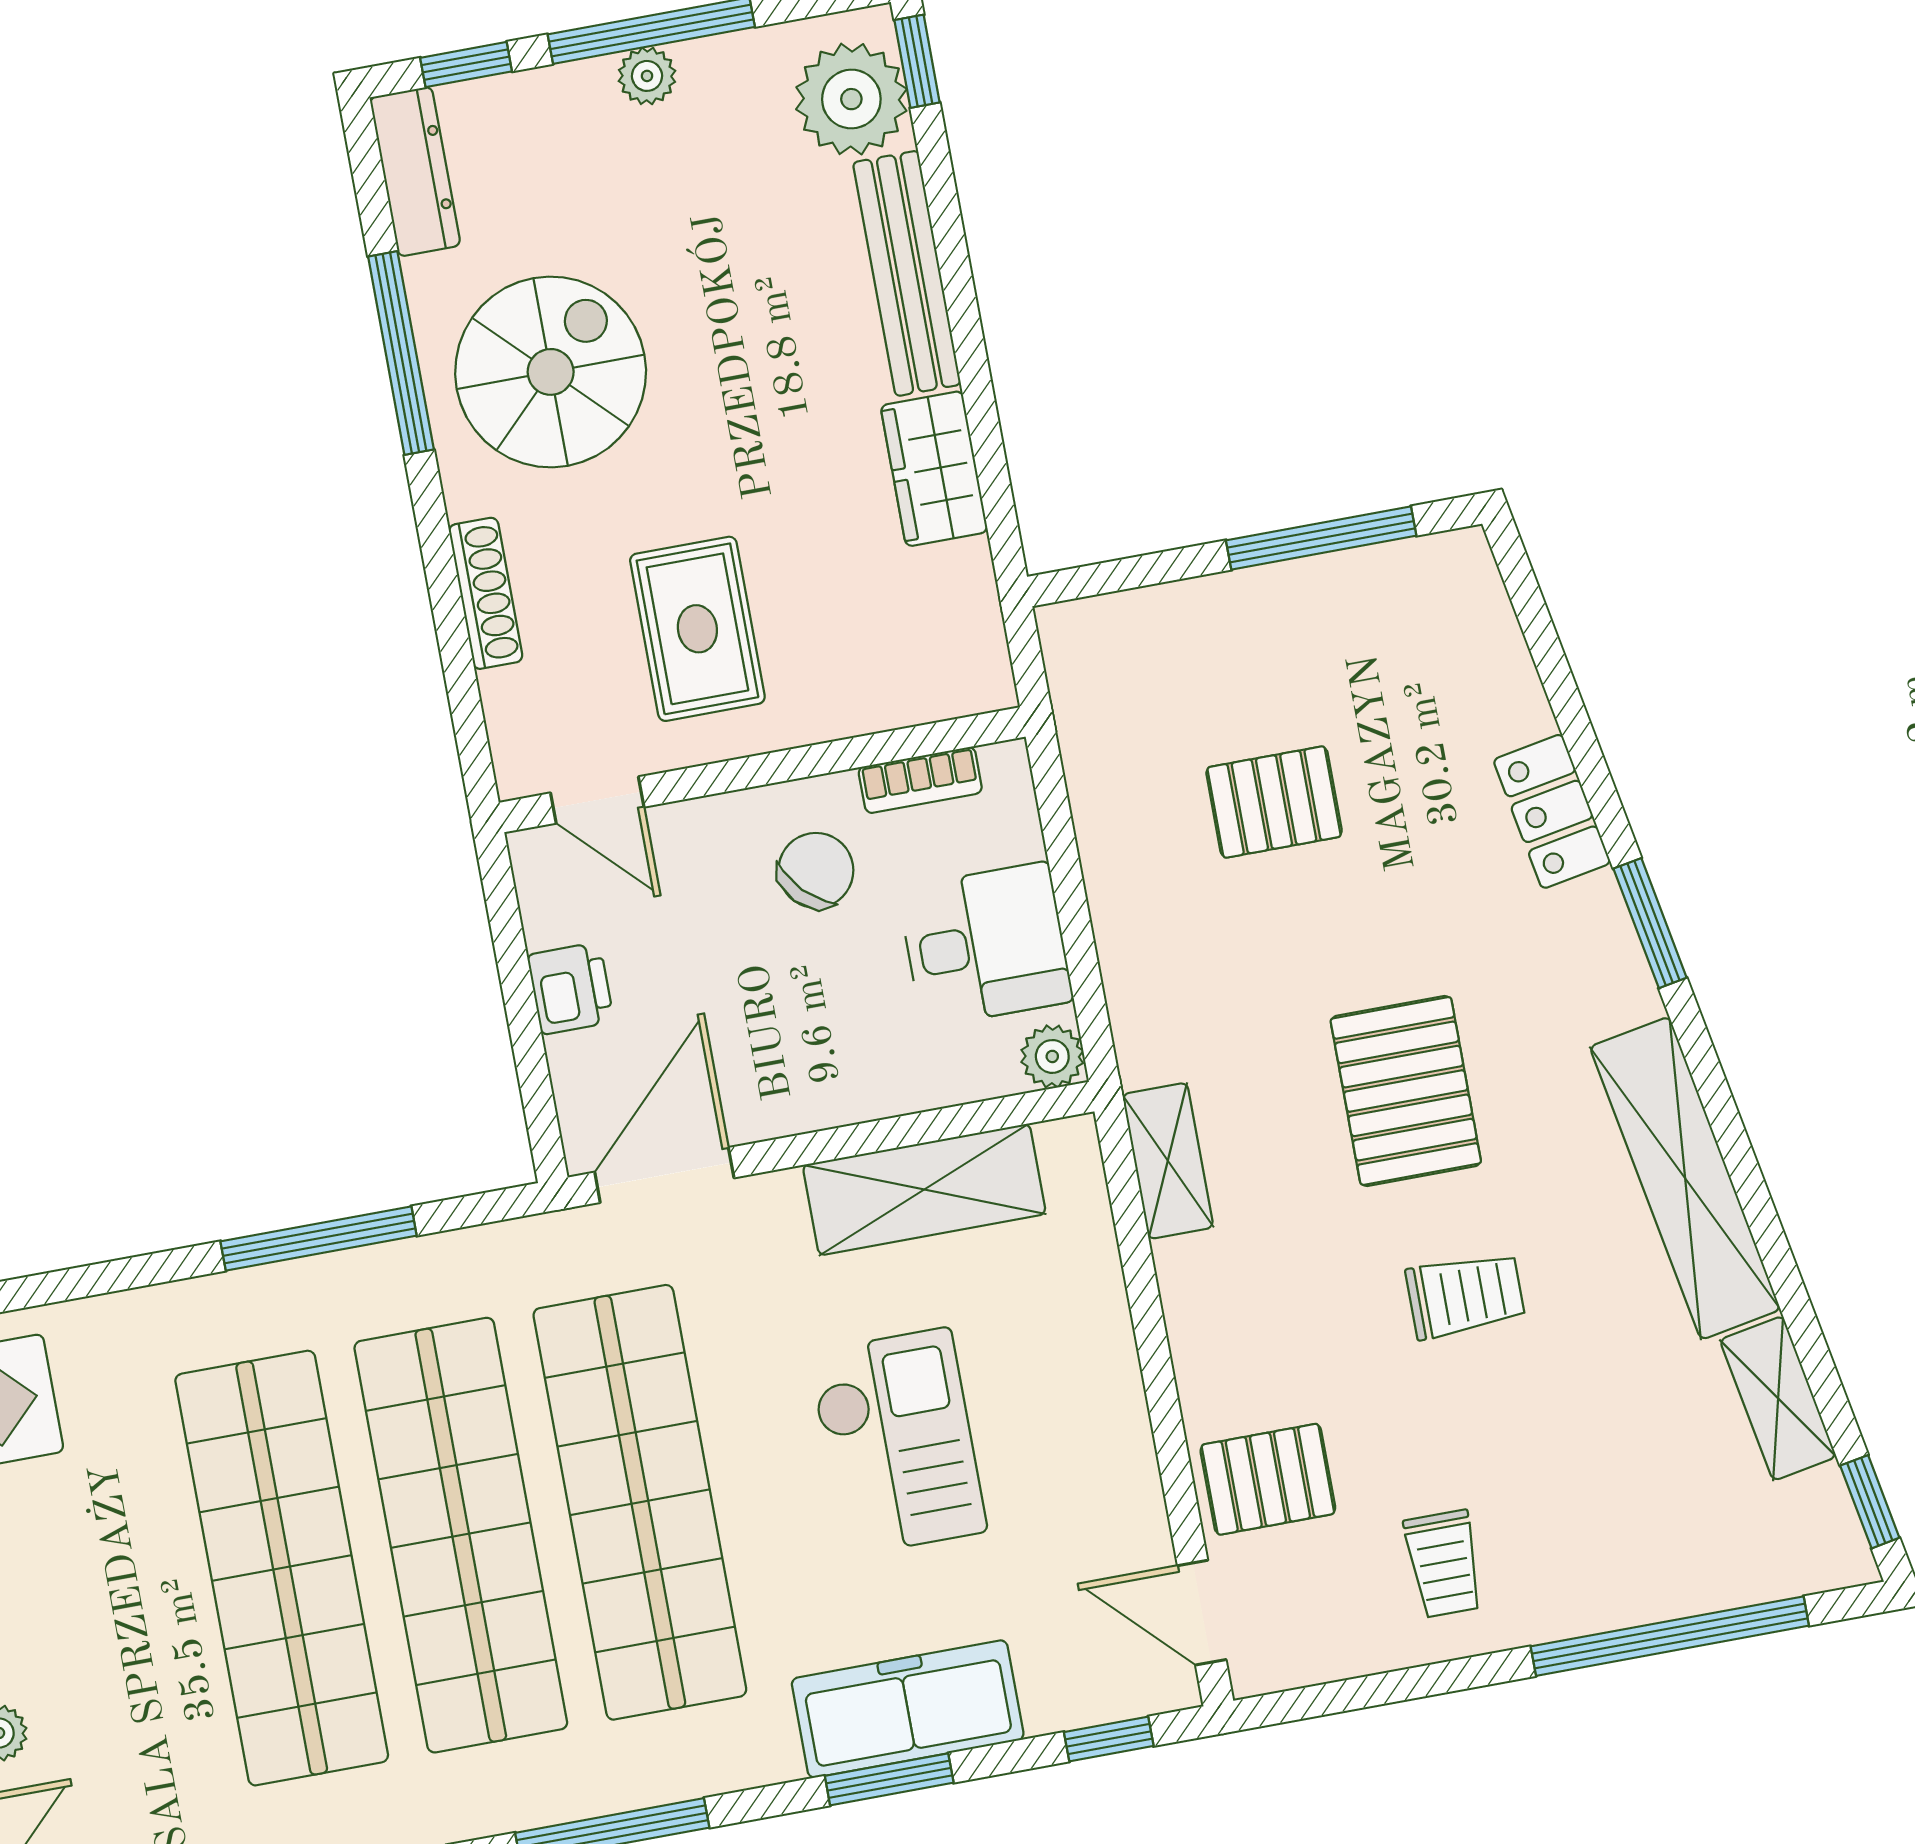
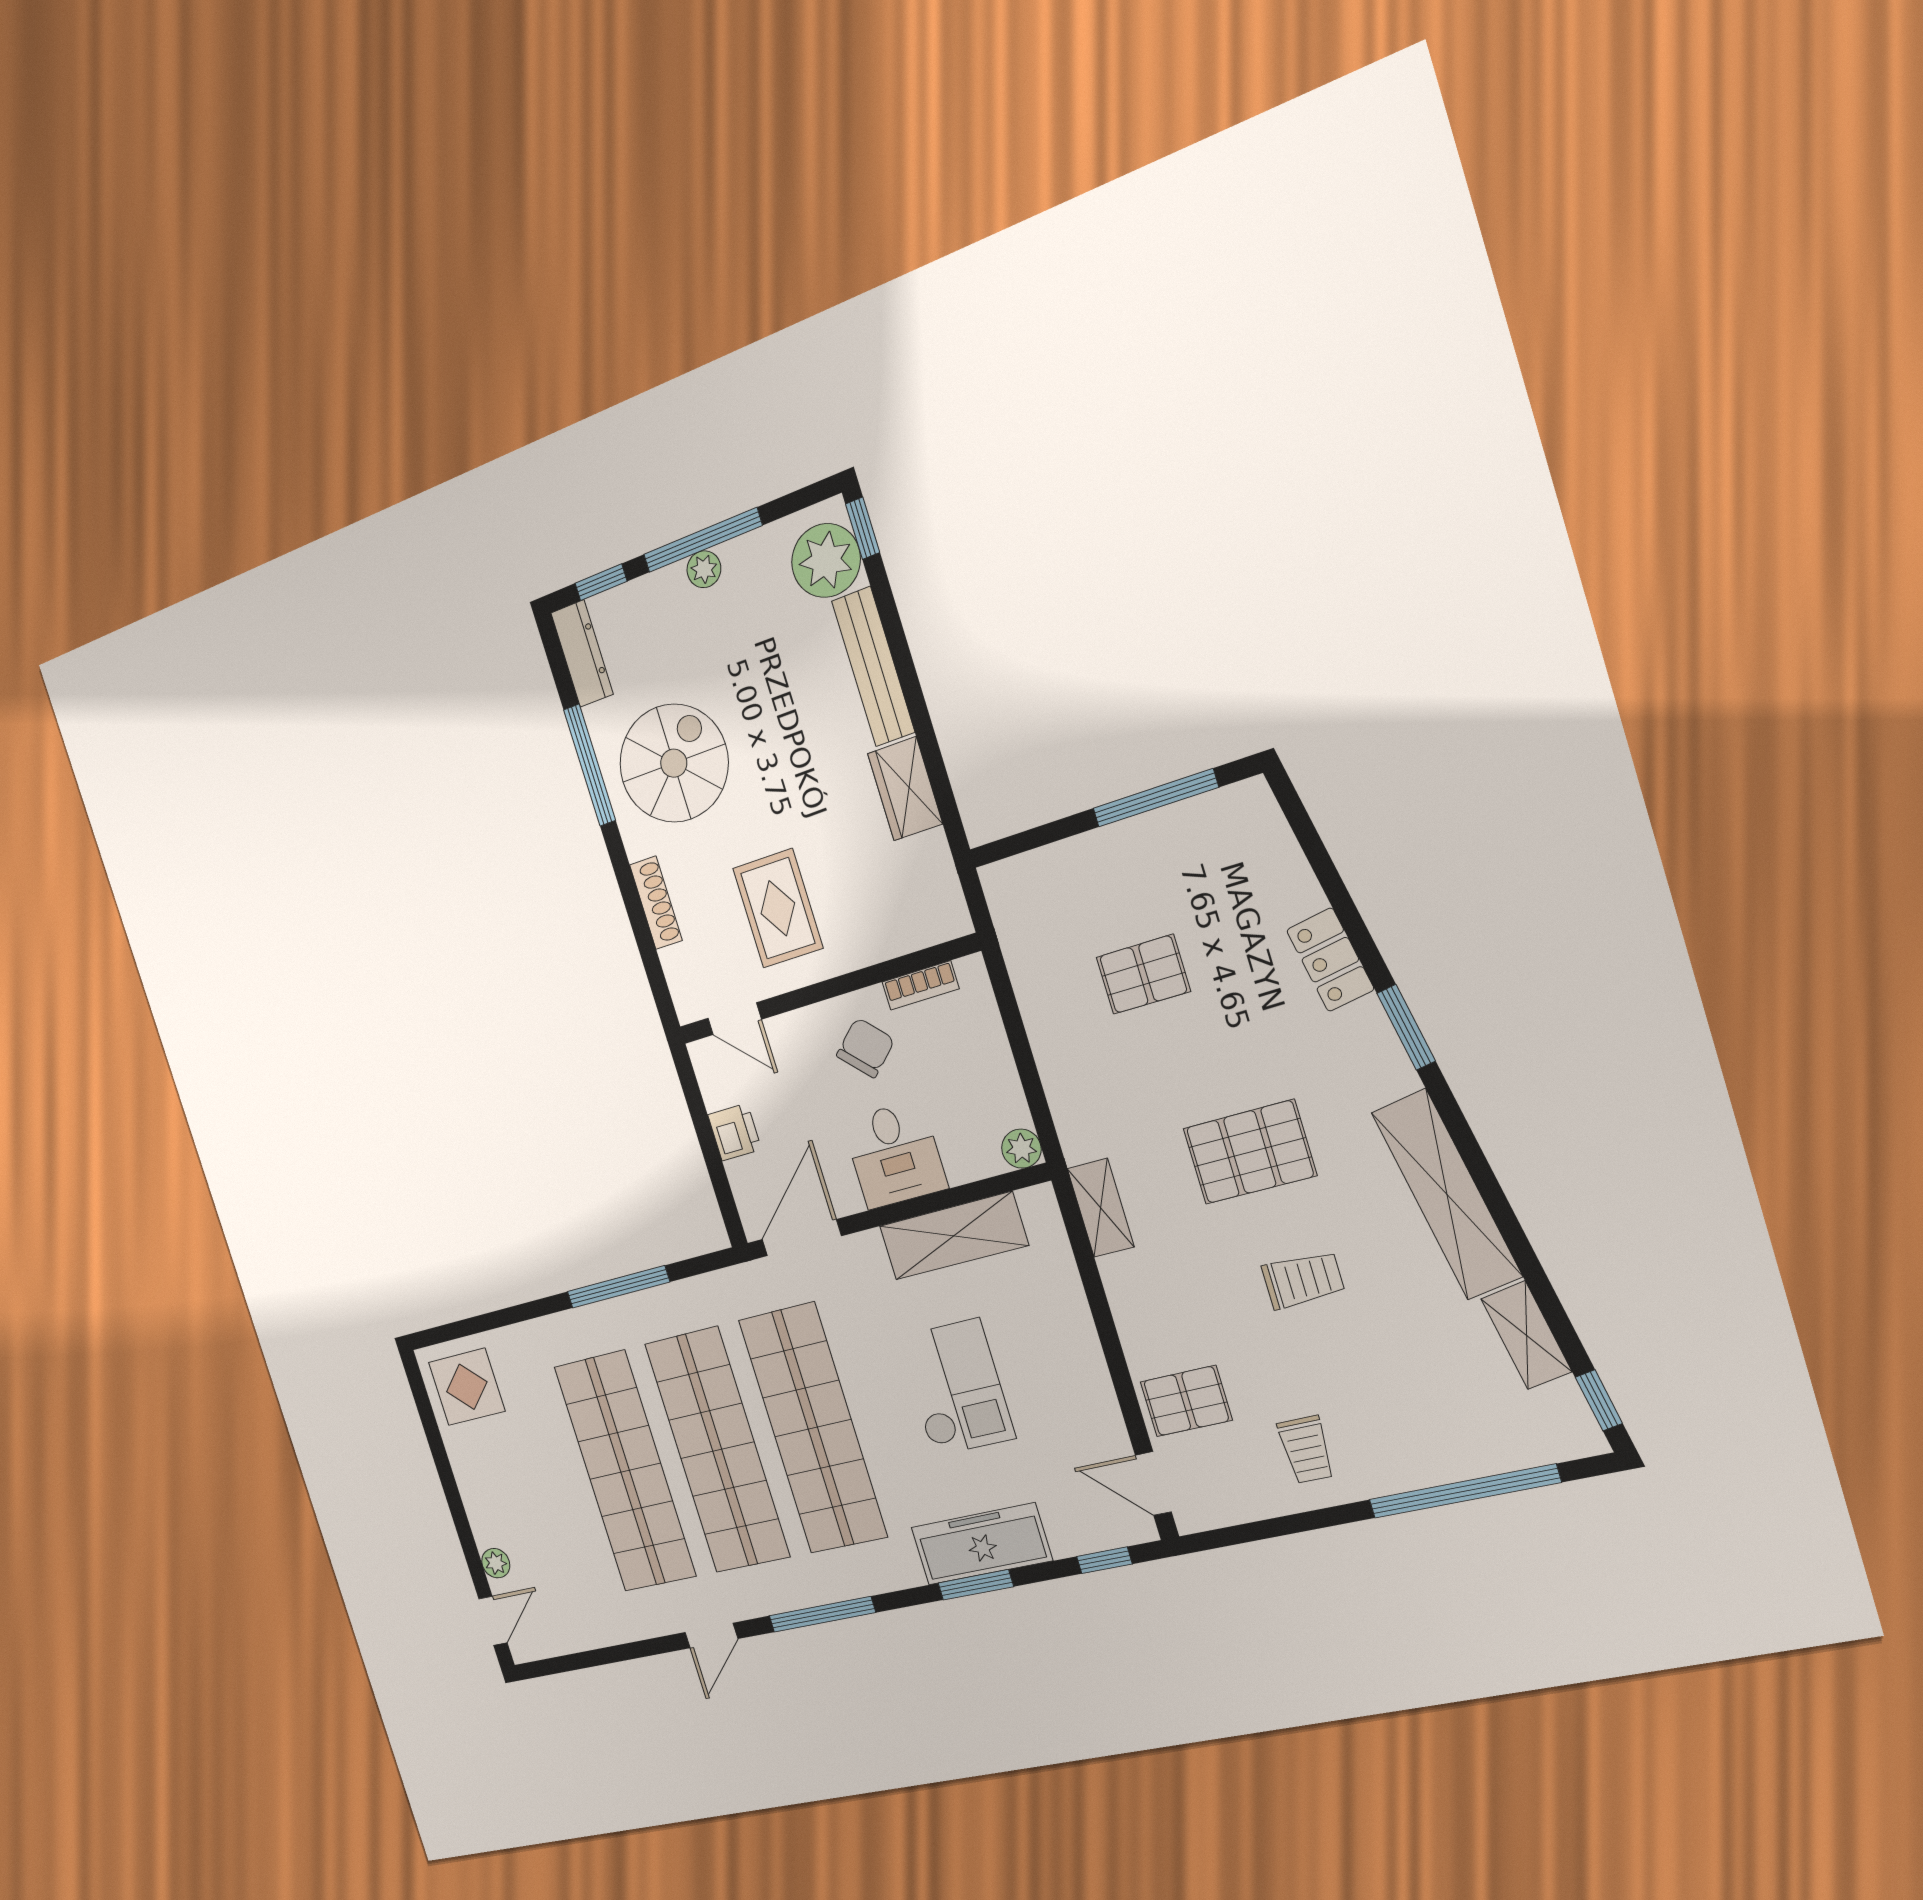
desk: (985, 945) -> (895, 1154), moved, turned 90
pallet: (1406, 1091) -> (1250, 1152), turned 90

